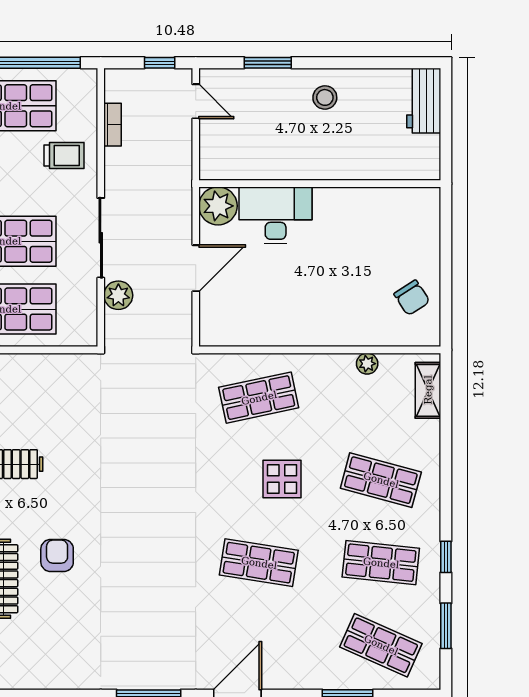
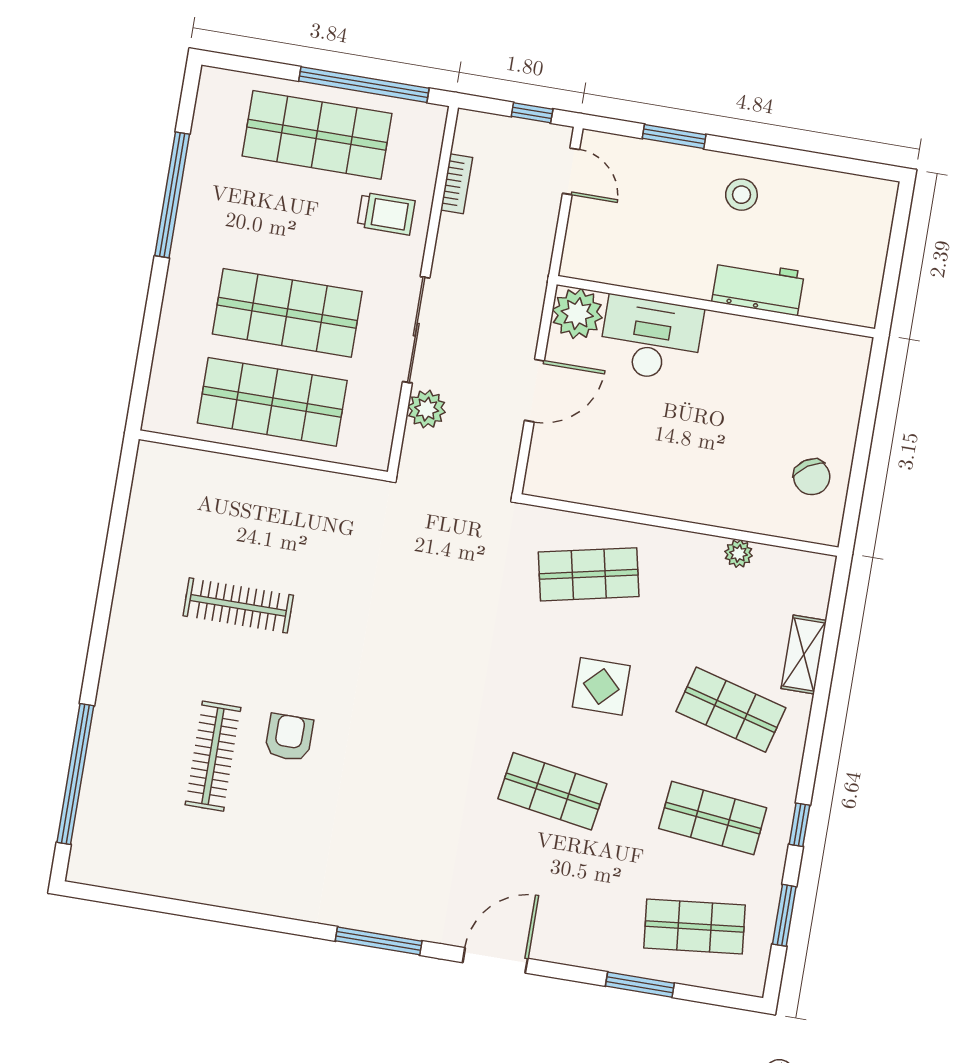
workbench: (424, 101) -> (758, 287), moved, turned 90
shelving: (428, 390) -> (804, 654), moved
shop shelf: (381, 645) -> (695, 927), turned -30

